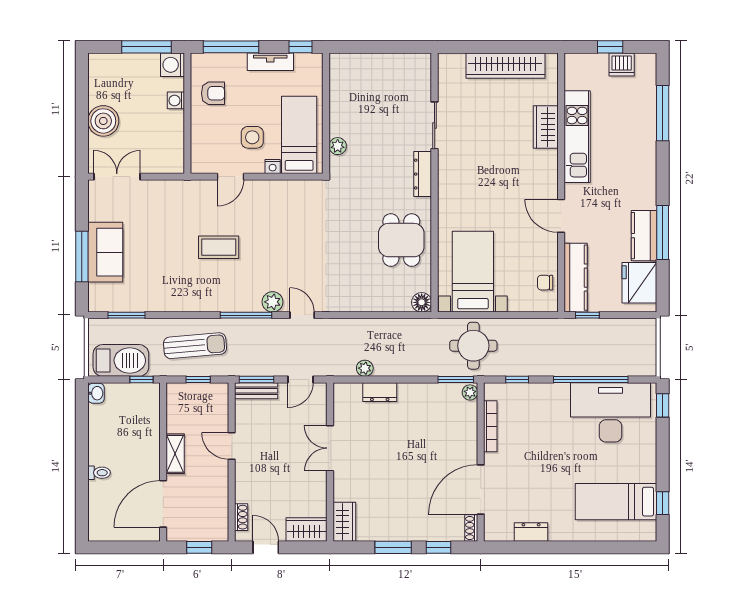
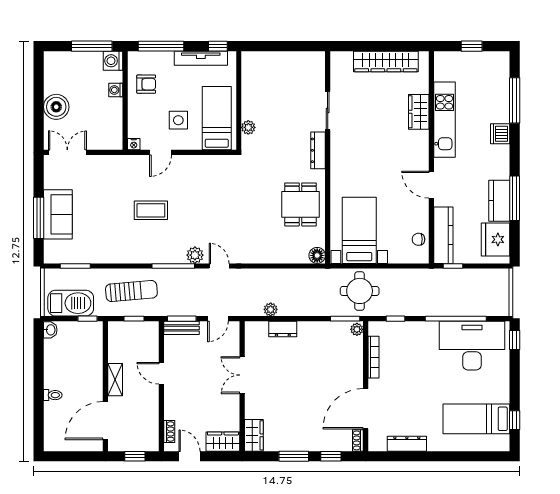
tv unit: (270, 62) -> (201, 58), width x1.41
dishwasher: (622, 65) -> (500, 134), moved, turned 90
nightstand: (273, 167) -> (134, 144), moved
dresser: (531, 532) -> (407, 444), width x1.44

